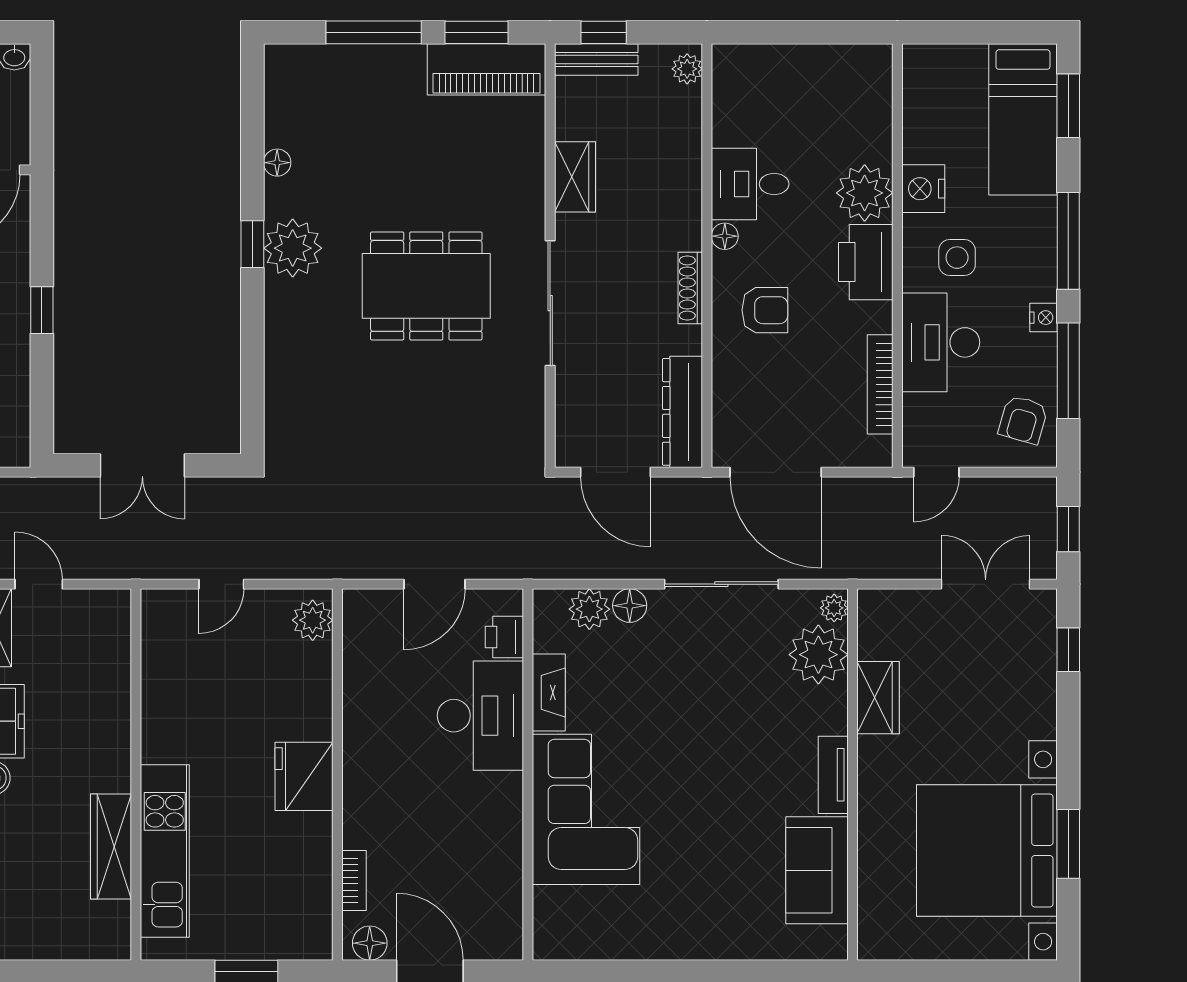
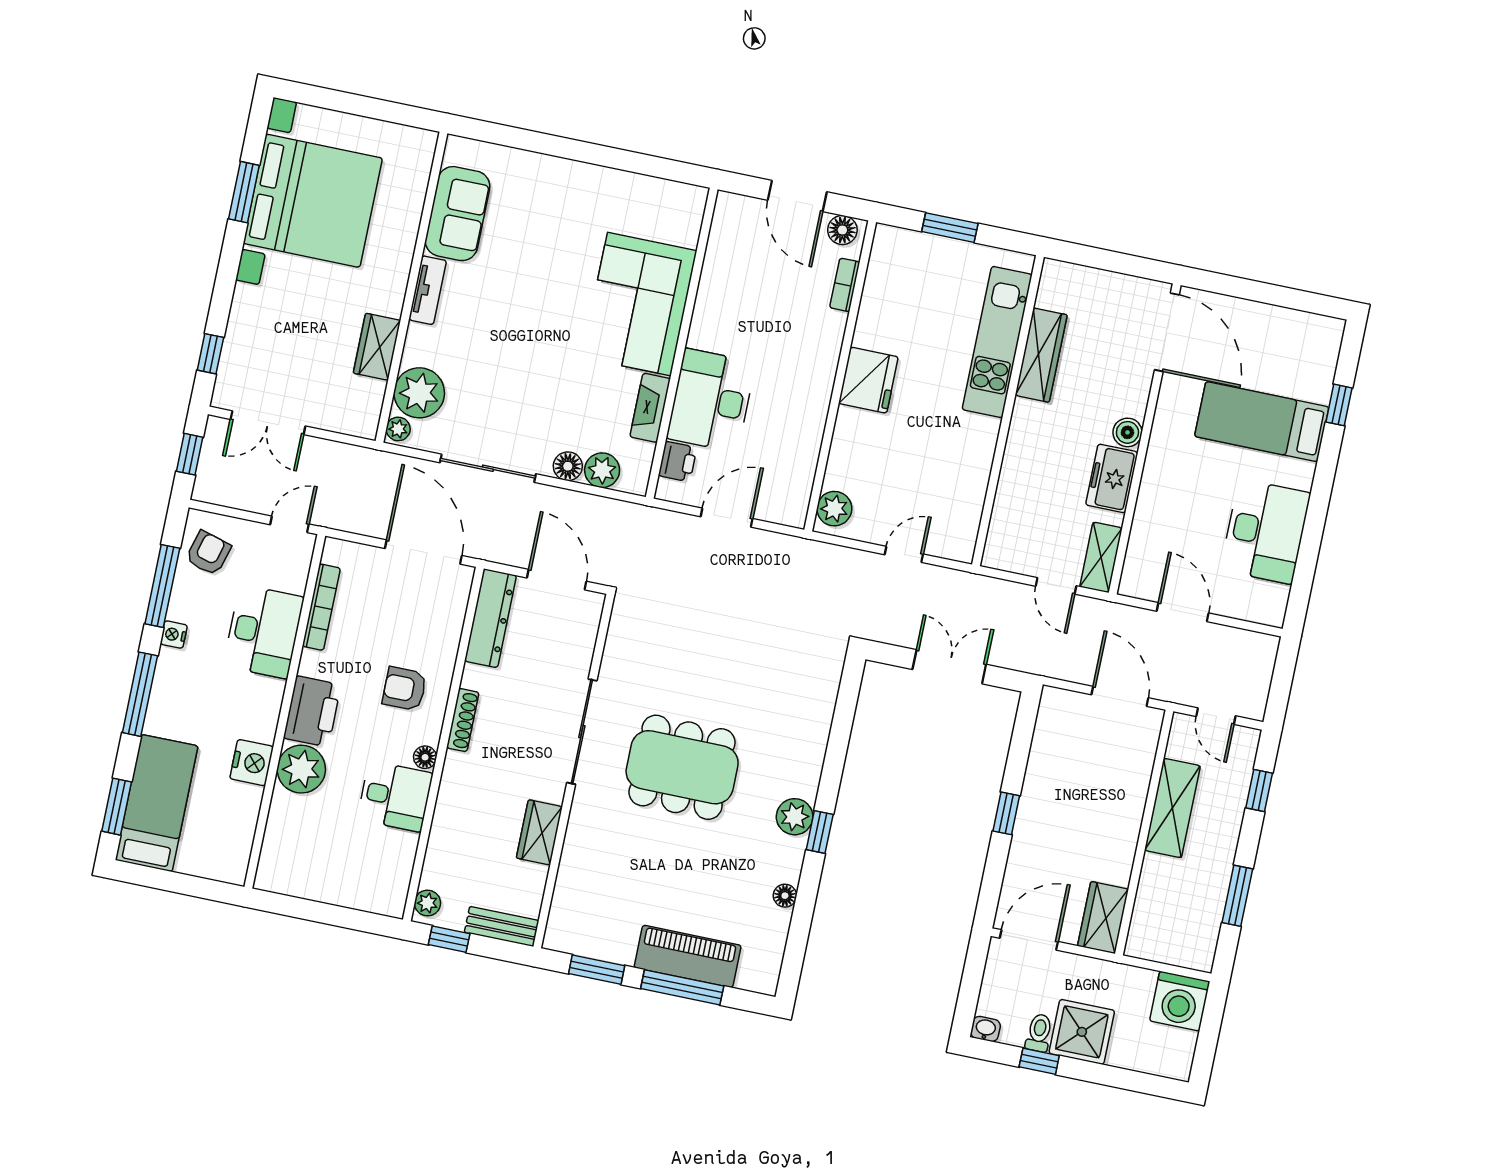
window: (604, 32) -> (449, 939), moved
piano: (486, 69) -> (688, 956), moved
plant: (293, 248) -> (795, 817), width x0.73, depth x0.73
side table: (957, 258) -> (235, 699), removed

